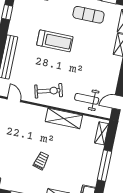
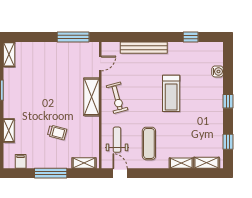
exercise mat: (88, 15) -> (149, 143), moved
shelving: (64, 118) -> (91, 97), moved
trolley: (41, 161) -> (57, 132), moved

